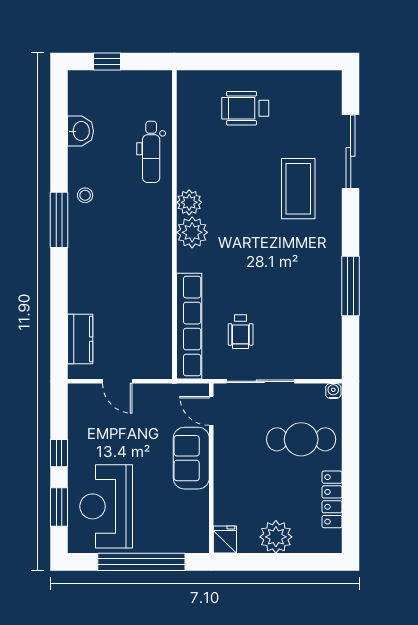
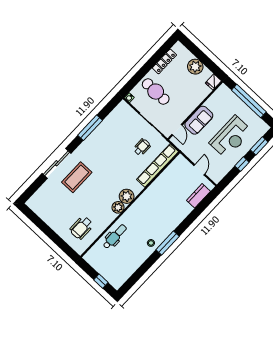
wheelchair: (245, 108) -> (81, 228), moved, turned 90
washbasin: (81, 131) -> (132, 266), removed
sliding door: (351, 152) -> (56, 163), moved
reception desk: (106, 506) -> (231, 137), moved

